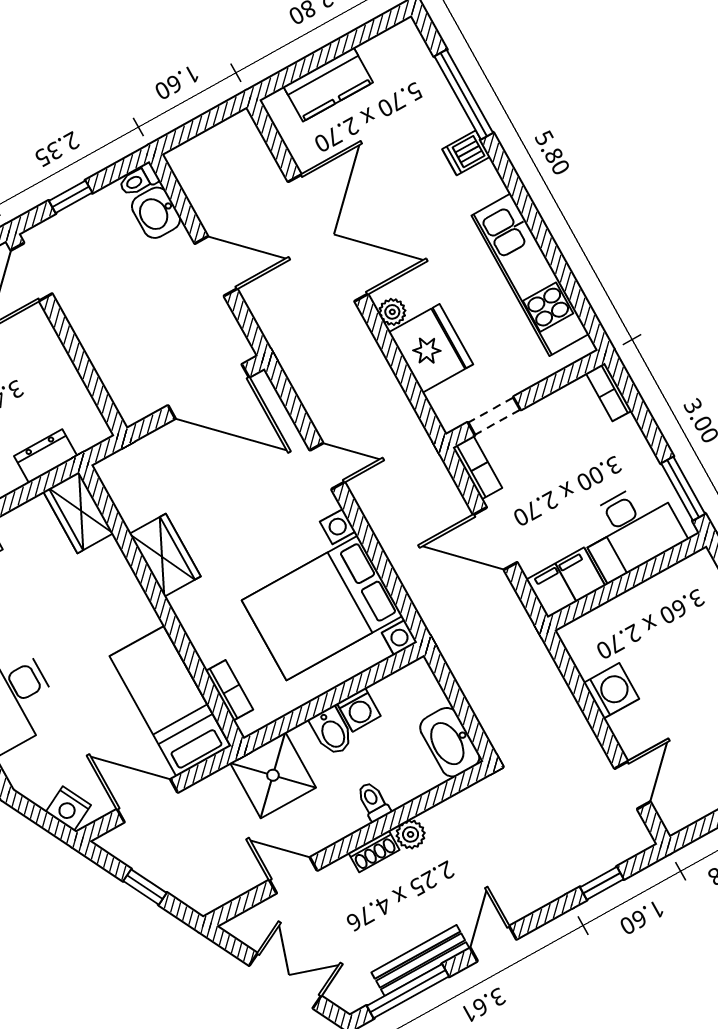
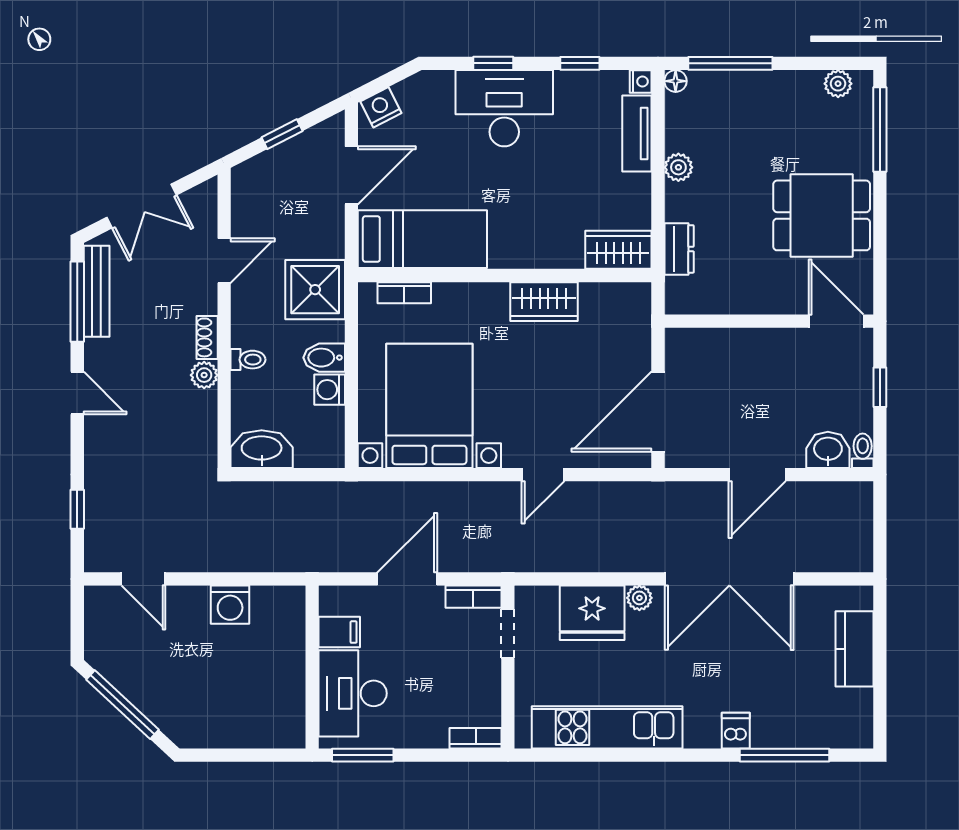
filing cabinet: (566, 583) -> (339, 632), width x0.50
bench: (421, 960) -> (97, 291), moved

